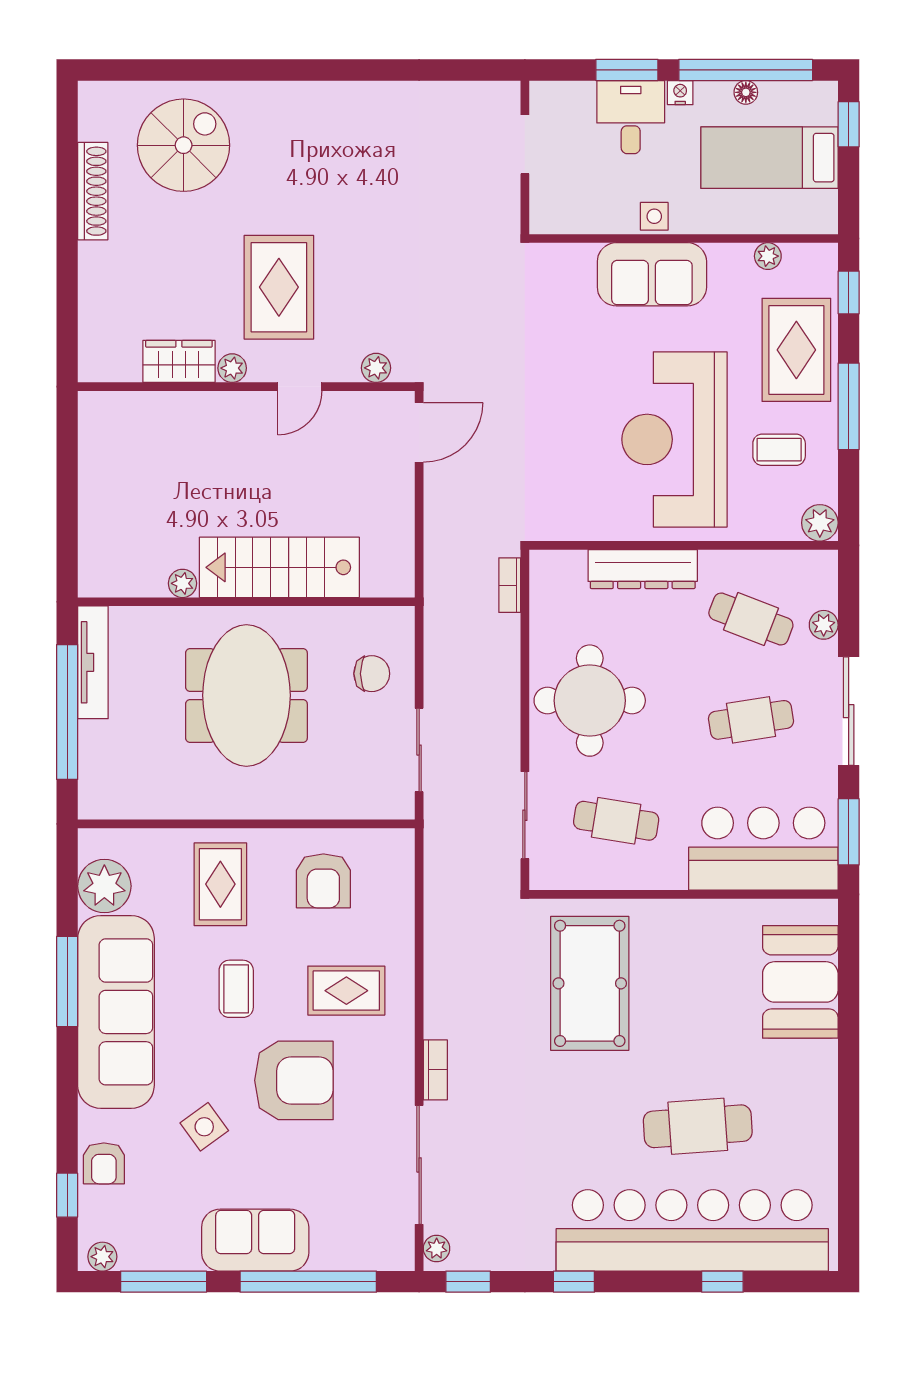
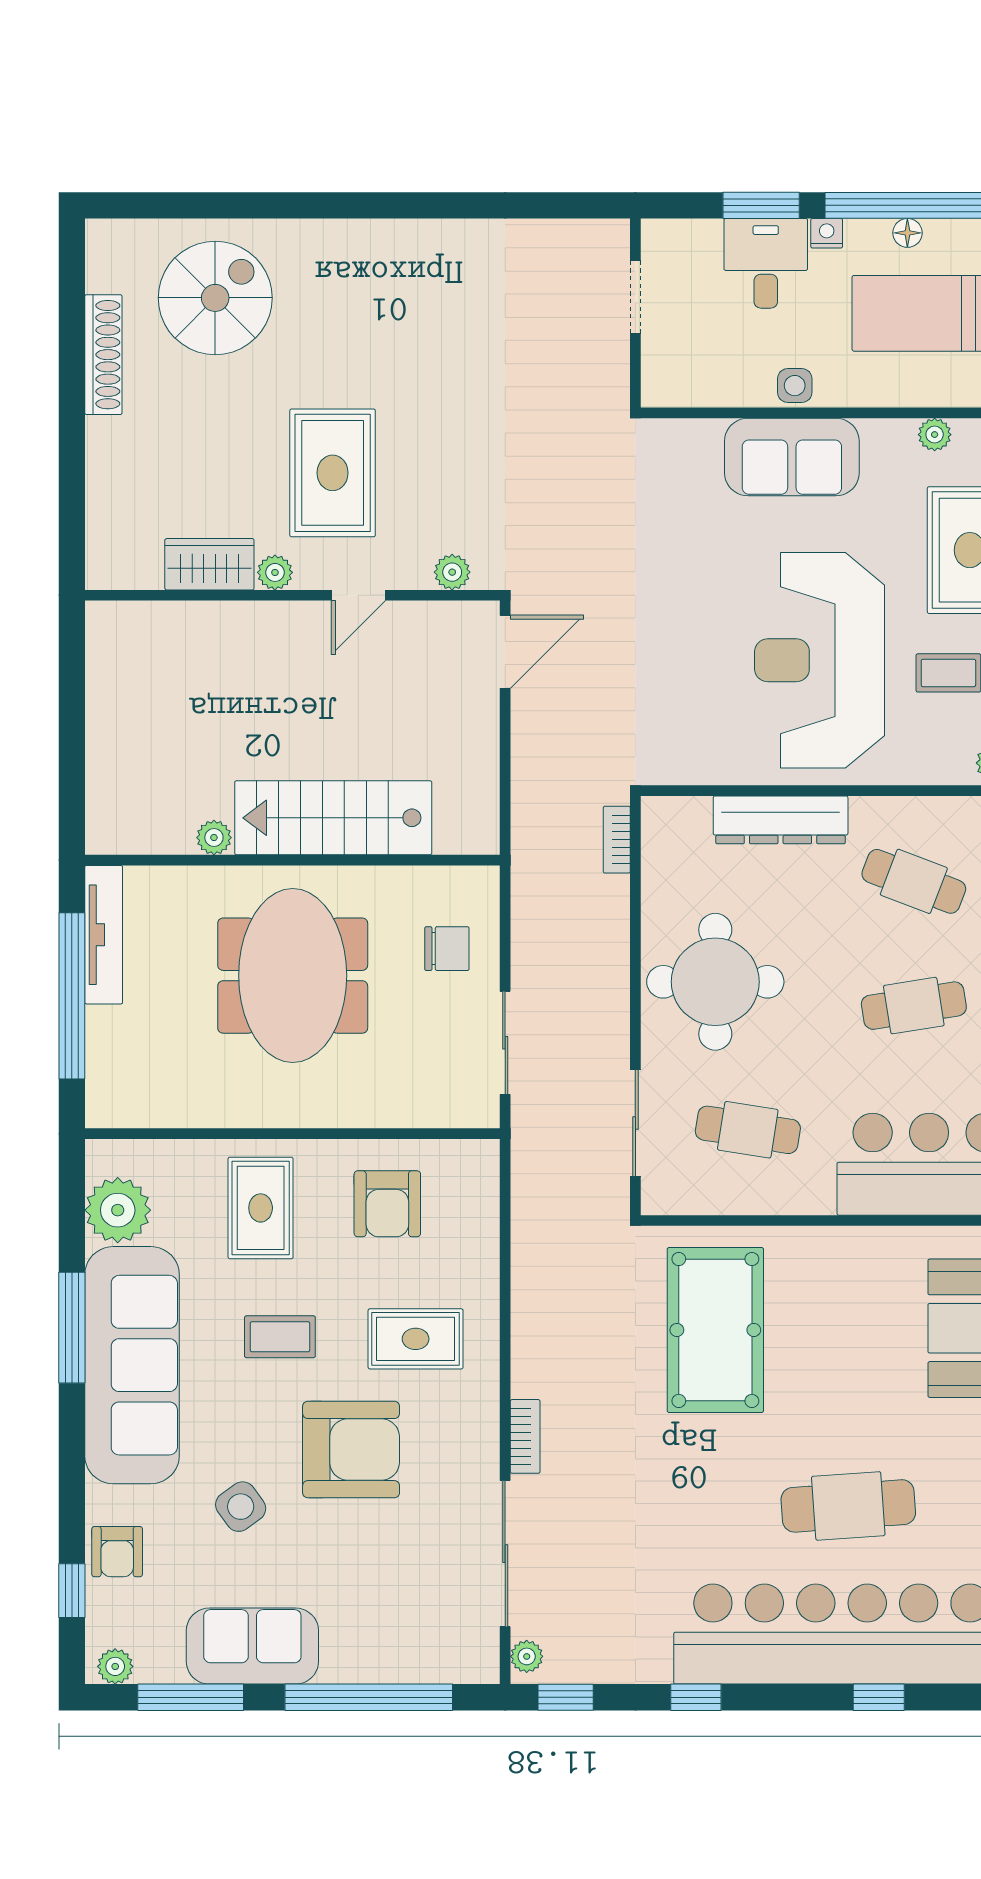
coffee table: (236, 989) -> (280, 1337), turned 90
sofa: (255, 1240) -> (252, 1646), moved

